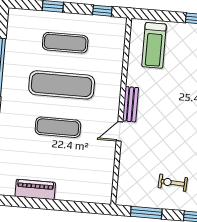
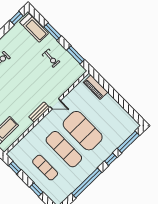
exercise mat: (58, 127) -> (83, 131), width x2.00, depth x1.45
piano: (35, 189) -> (95, 87), moved

